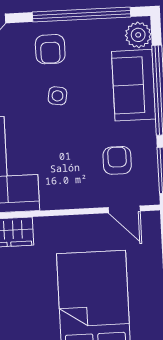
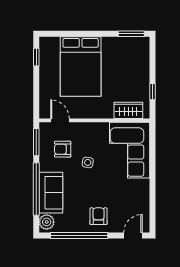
side table: (57, 96) -> (88, 162), moved
armchair: (117, 160) -> (63, 149), turned 90

